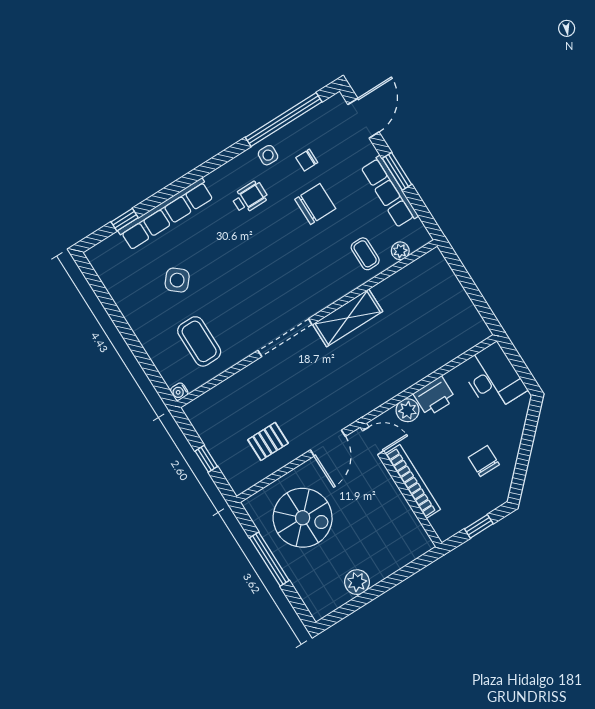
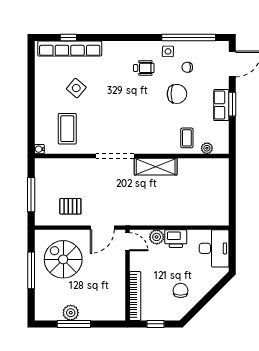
row of seats: (390, 192) -> (221, 105), width x0.68
row of seats: (166, 214) -> (70, 49), moved
window: (206, 459) -> (31, 195), width x2.17
bookcase: (413, 481) -> (135, 296), moved
spiral stairs: (303, 518) -> (63, 259), turned 180
window: (371, 594) -> (74, 324), added

